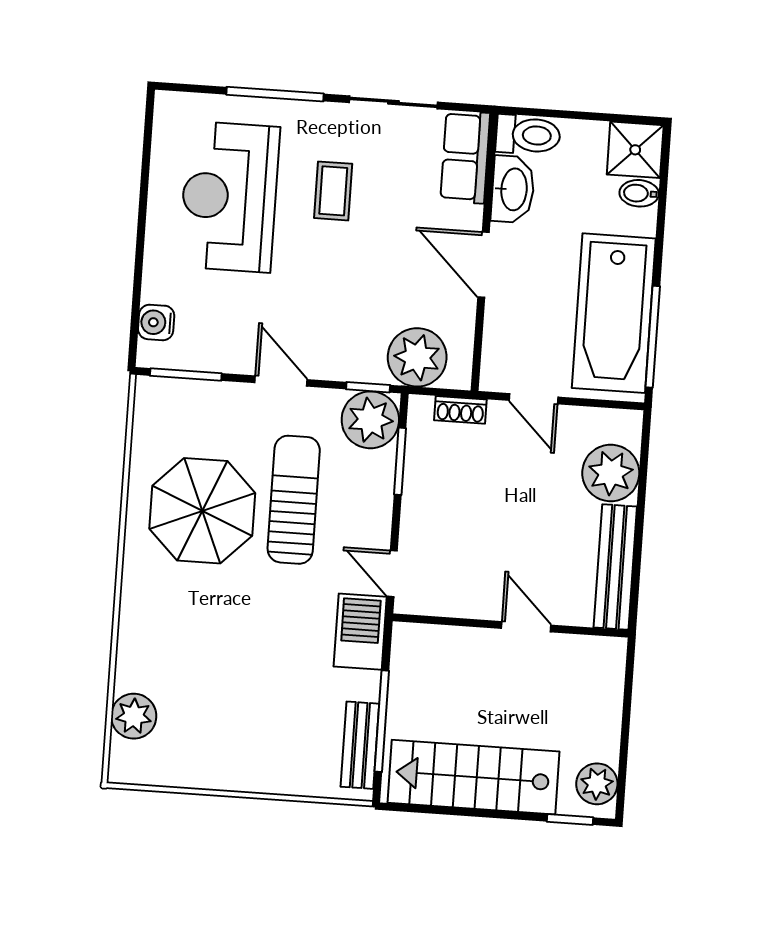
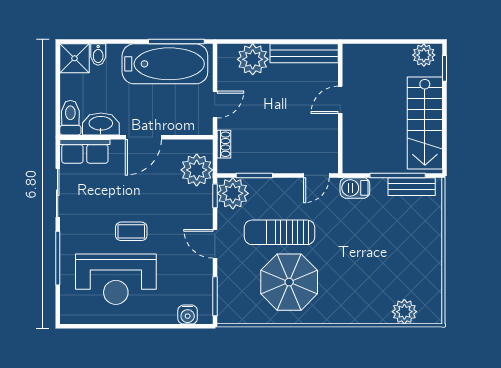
coffee table: (333, 191) -> (131, 231), moved
door: (281, 381) -> (215, 244), hinge flipped
barbecue: (360, 632) -> (355, 188), width x0.73, depth x0.79

